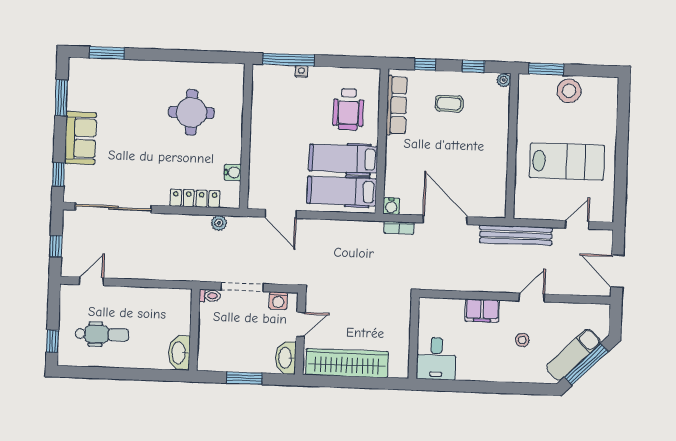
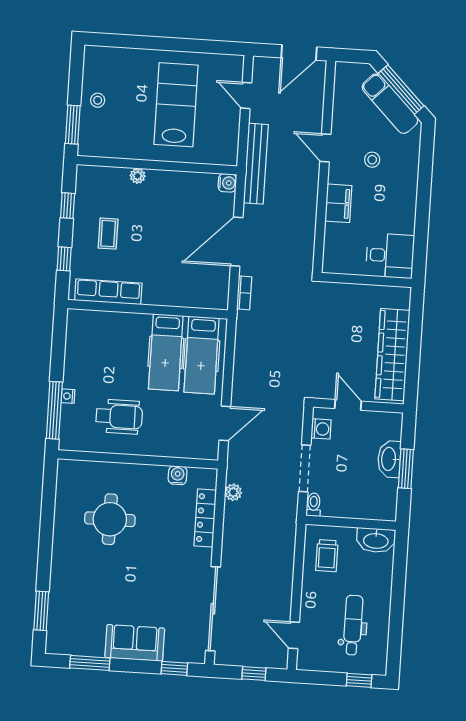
plant: (504, 80) -> (138, 176), moved
stool: (569, 91) -> (98, 100), width x0.53, depth x0.53
wheelchair: (348, 109) -> (119, 417), moved
water cooler: (391, 206) -> (227, 183), moved
trolley: (164, 309) -> (327, 556), added
washbasin: (286, 358) -> (389, 459), moved, turned 90

